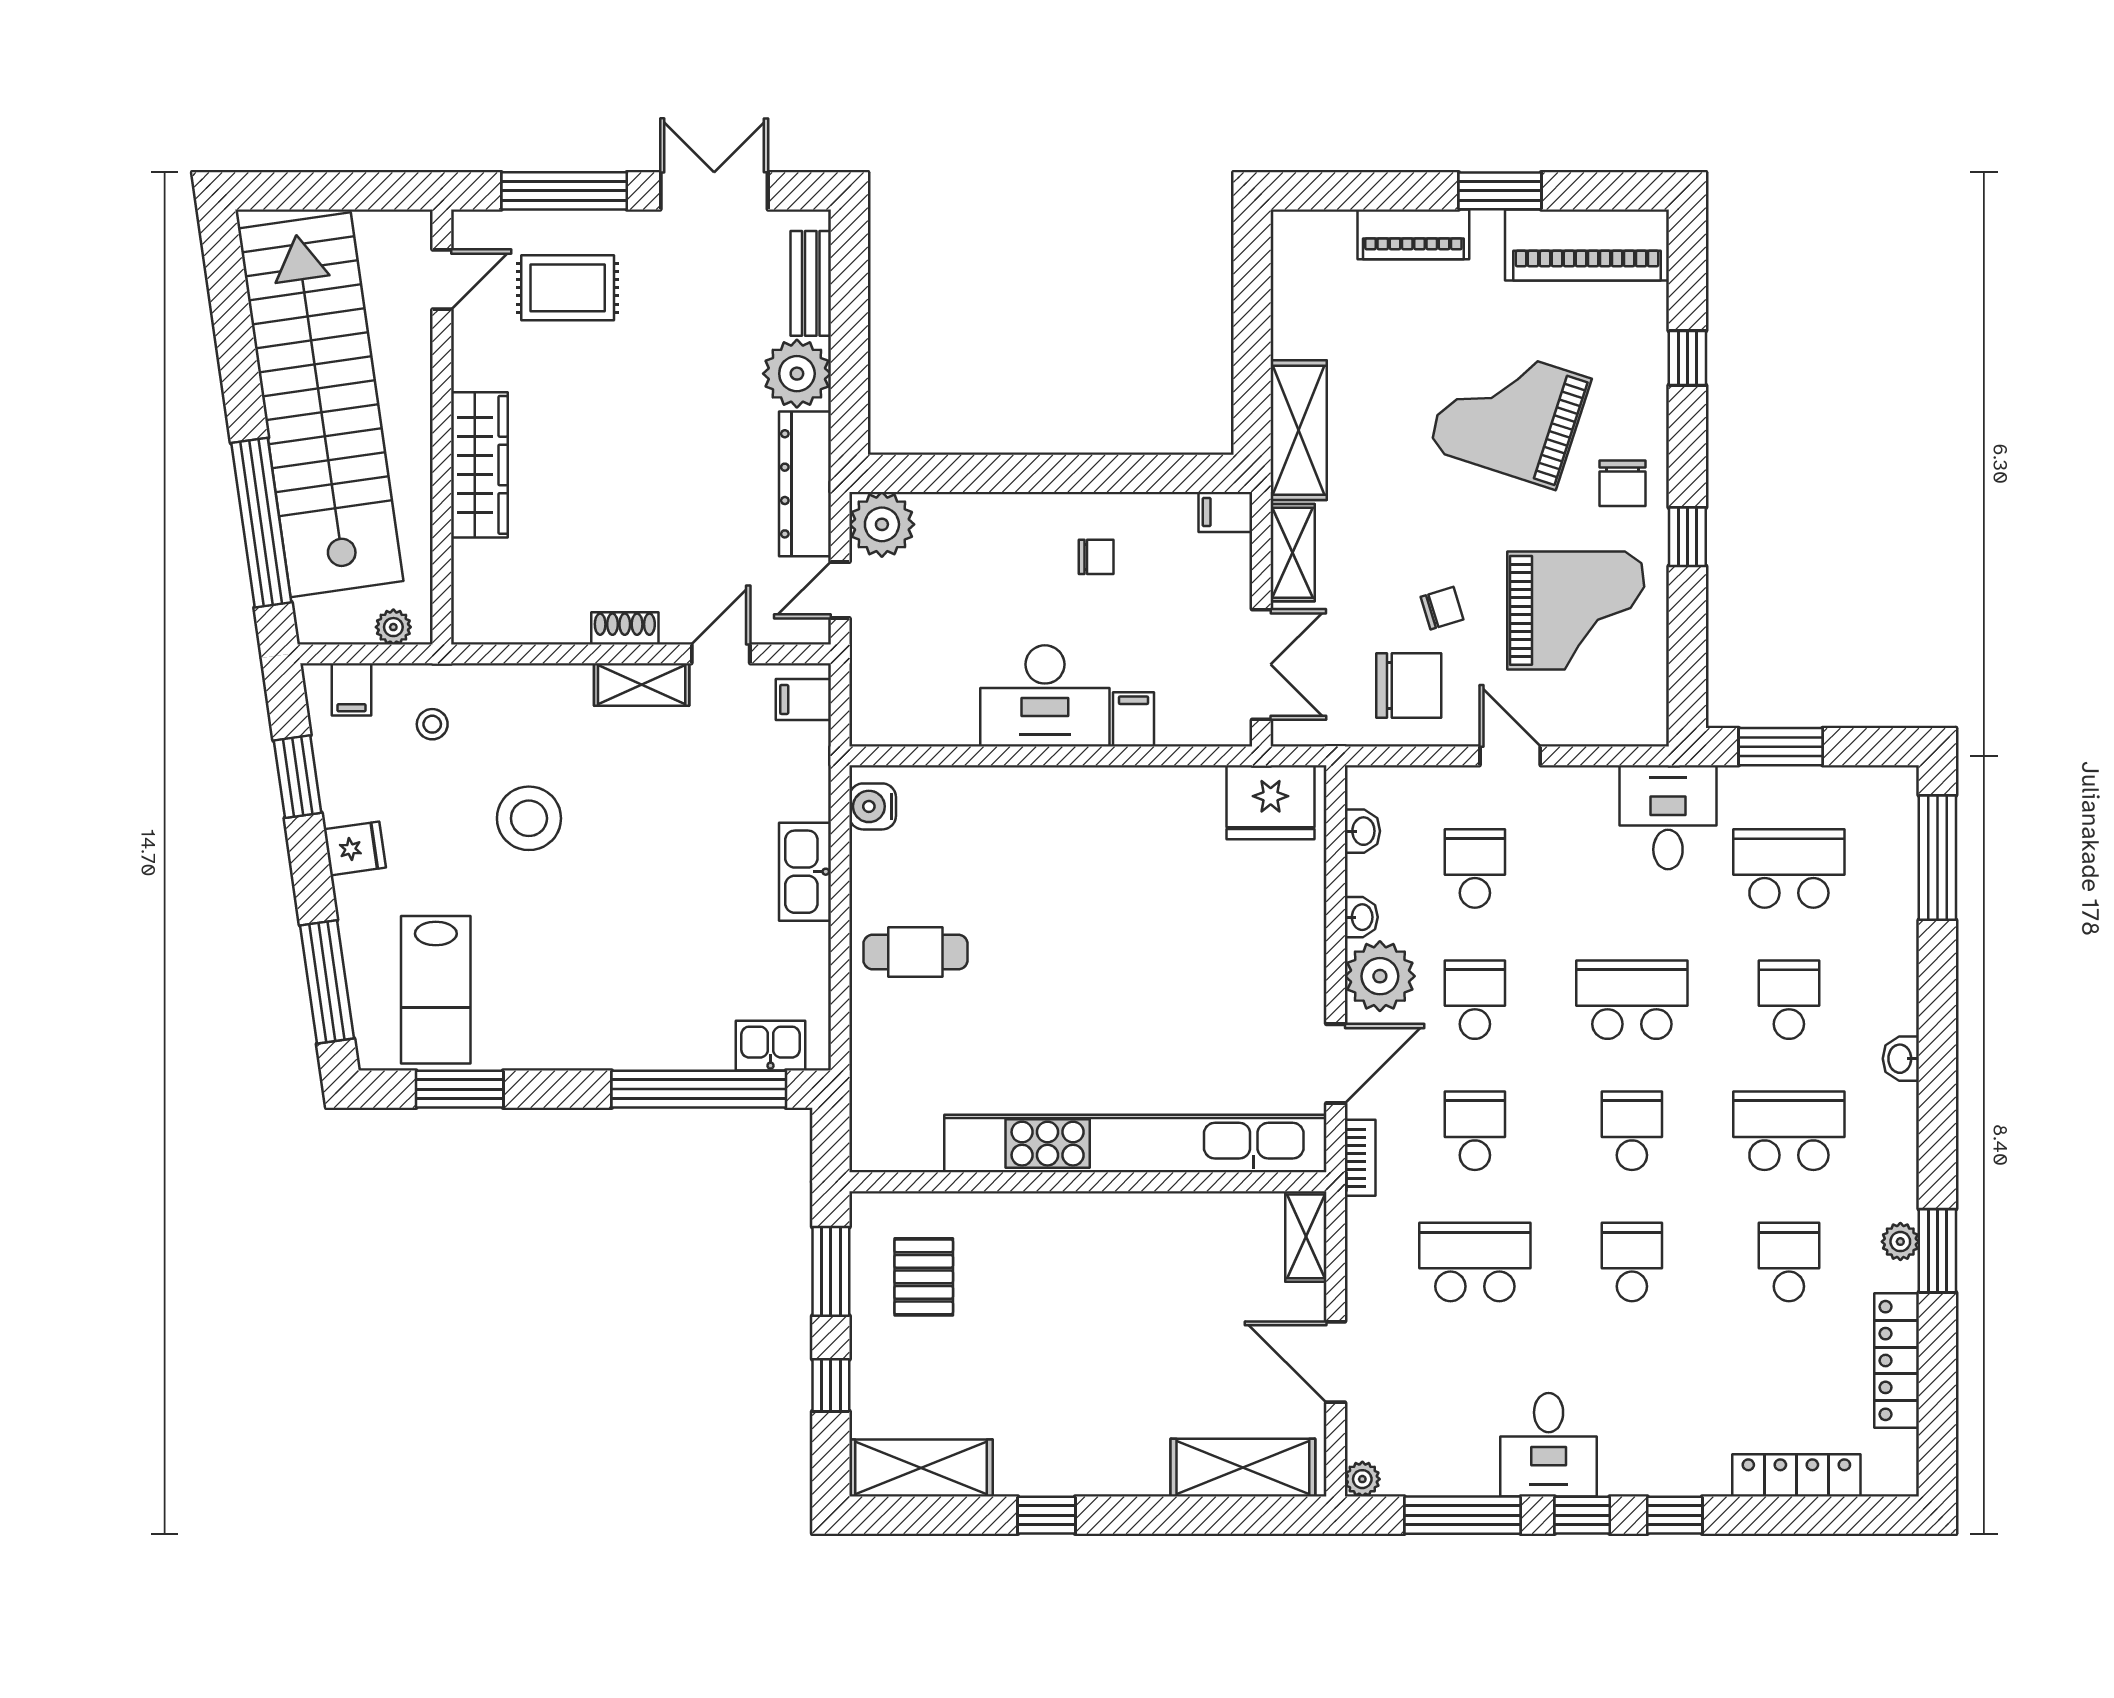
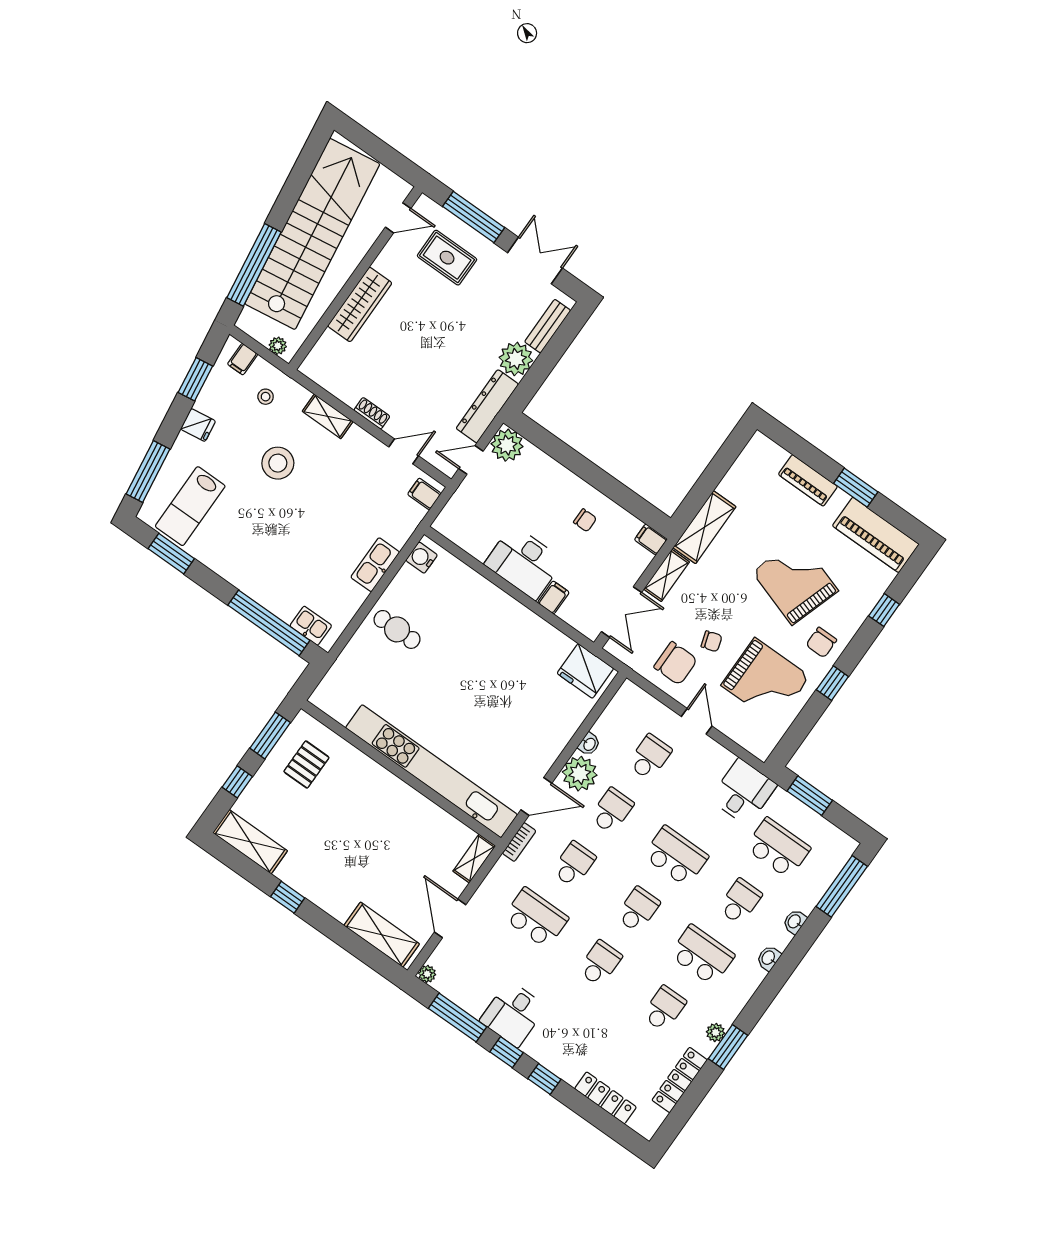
shelving: (642, 685) -> (328, 416), moved
washbasin: (1362, 831) -> (795, 922), moved, turned 180

